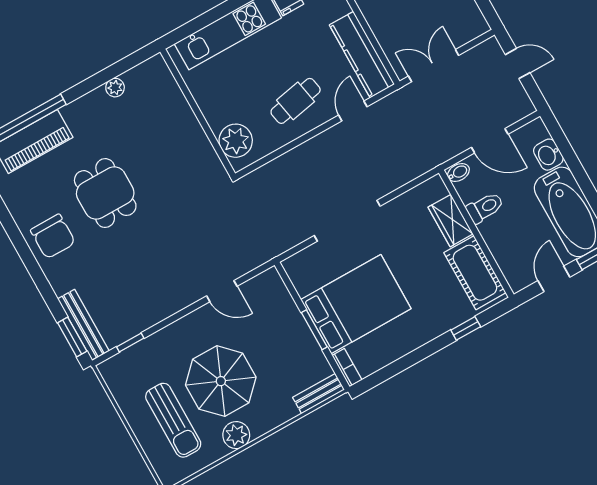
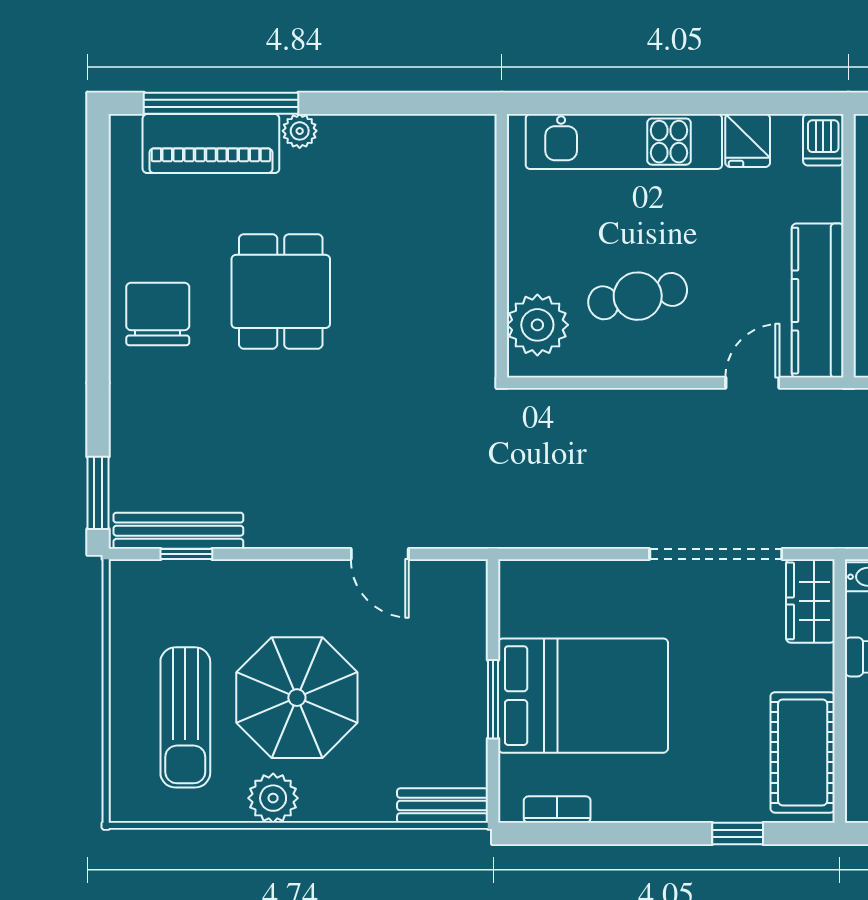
plant: (115, 88) -> (300, 131), moved
cafe table: (296, 101) -> (638, 296), moved
doorway: (347, 221) -> (716, 554), moved
wardrobe: (451, 221) -> (810, 601), moved
chair: (53, 236) -> (158, 314), turned 180
bench: (83, 325) -> (178, 531), moved, turned 90
bookcase: (347, 368) -> (557, 810), moved, turned -90

